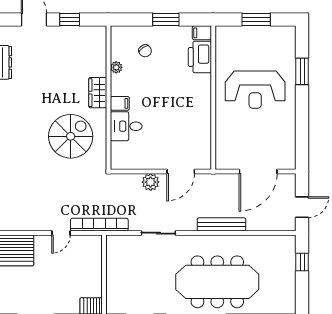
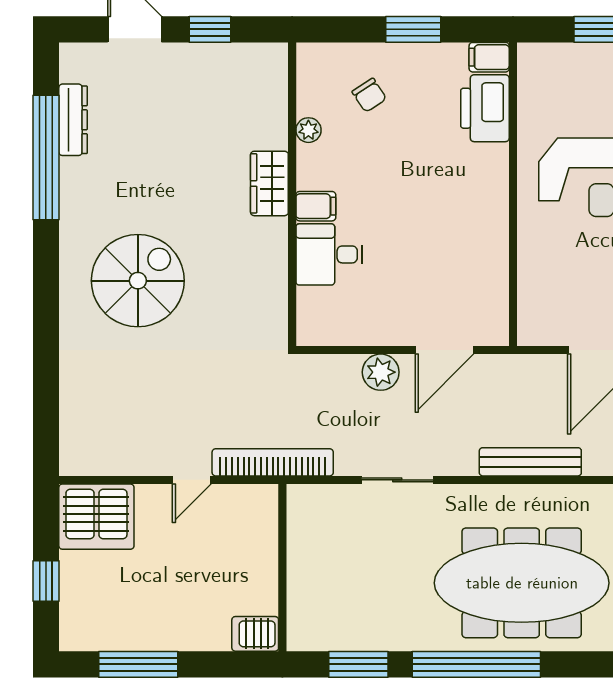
spiral stairs: (71, 136) -> (138, 281), moved

